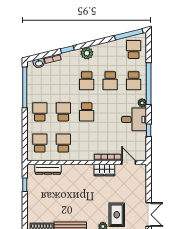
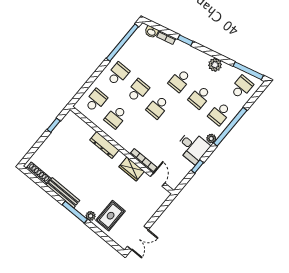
plant: (87, 53) -> (215, 65), moved
school desk: (63, 143) -> (116, 117), turned 180
dresser: (48, 169) -> (104, 145), moved

